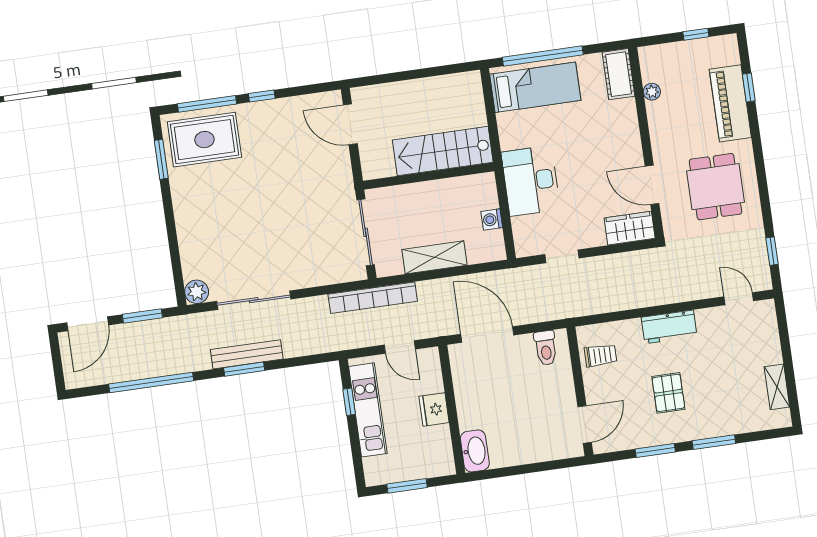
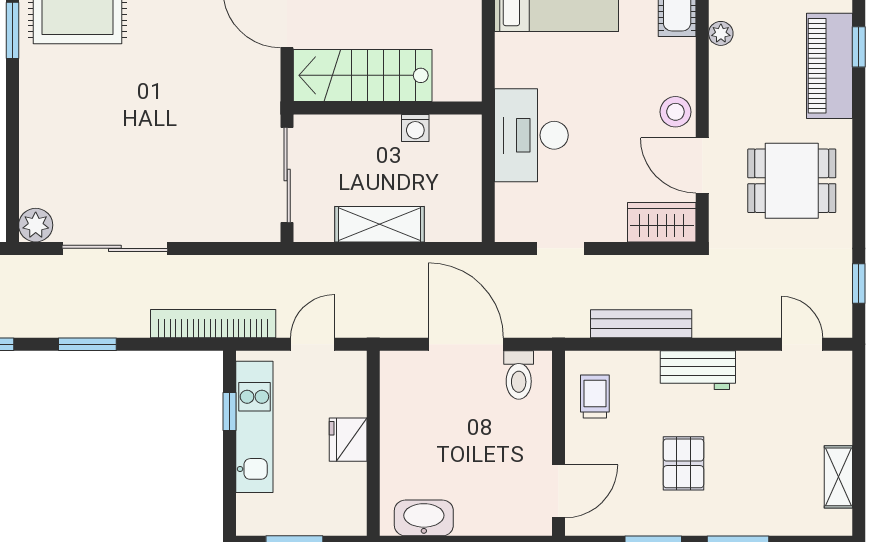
stool: (628, 150) -> (675, 112), added
stairs: (443, 151) -> (363, 75), moved
dining table: (715, 187) -> (792, 181), turned 90
washing machine: (492, 219) -> (415, 128), moved, turned -90
bookcase: (373, 298) -> (213, 324), moved, turned 180
door: (487, 335) -> (466, 344), moved
door: (400, 347) -> (312, 344), swing flipped
bench: (247, 354) -> (641, 324), moved
trolley: (600, 355) -> (595, 397), turned -90
washbasin: (475, 451) -> (424, 518), moved, turned -90

